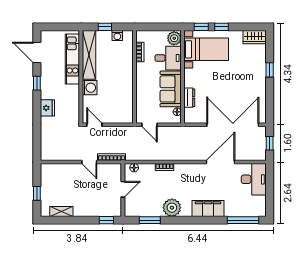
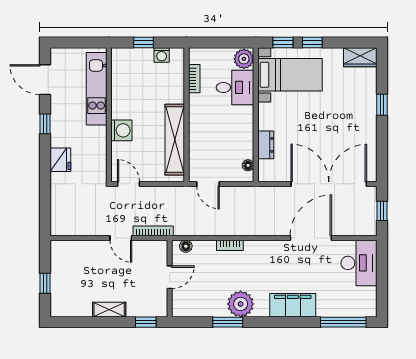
shelving: (89, 55) -> (175, 140), moved
sofa: (171, 89) -> (239, 132), removed
shelving: (61, 212) -> (109, 310), moved
window: (150, 220) -> (228, 322), moved

